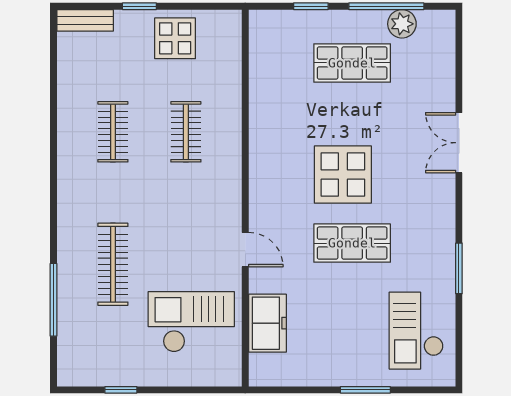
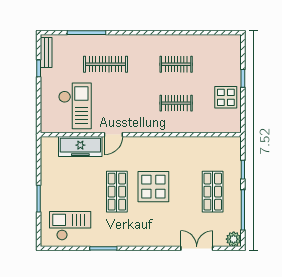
bench: (85, 20) -> (46, 52), moved
plant: (402, 24) -> (234, 239), moved
double door: (459, 143) -> (197, 248), moved
freezer: (267, 323) -> (80, 146), width x1.40

